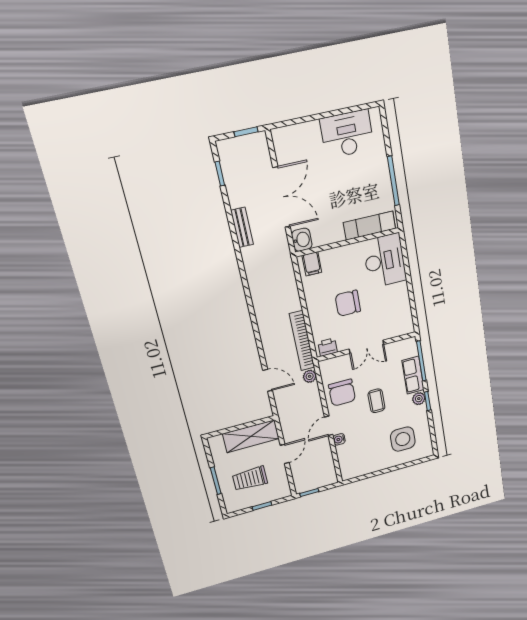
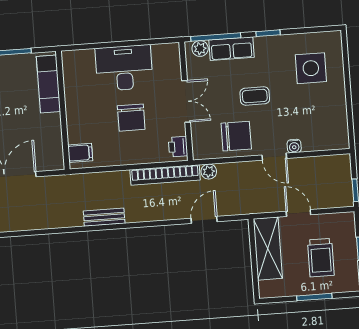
bench: (242, 227) -> (104, 217), moved
washbasin: (302, 240) -> (52, 161), removed
desk: (385, 261) -> (124, 68), moved
plant: (419, 399) -> (200, 49), moved

